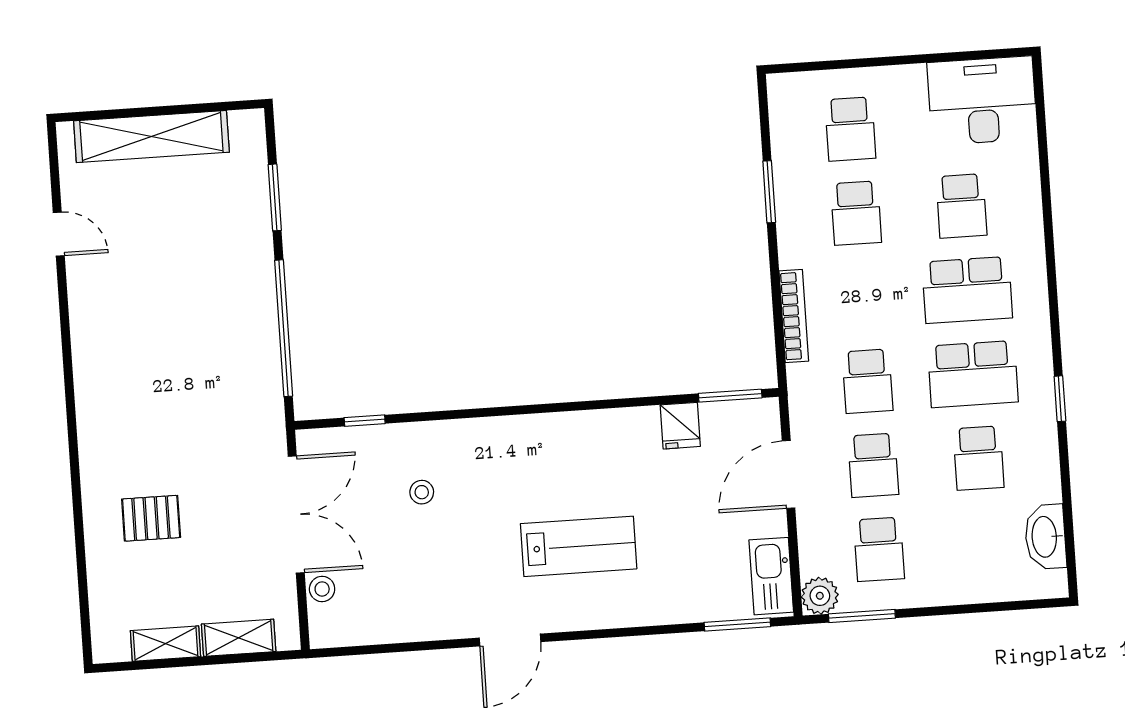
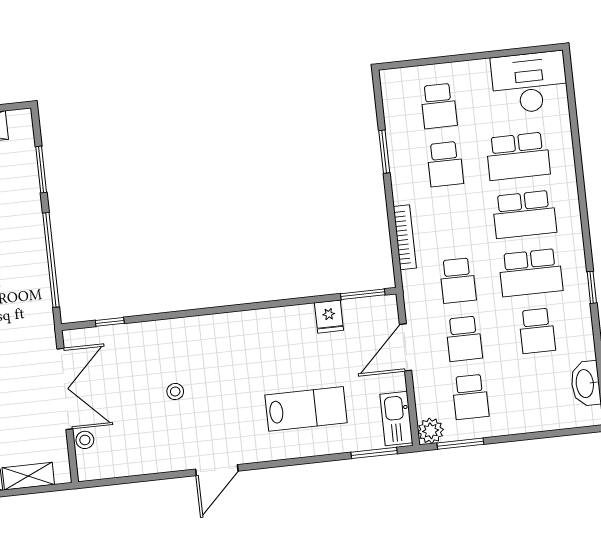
school desk: (961, 206) -> (518, 156), width x1.85
stool: (422, 492) -> (175, 391), moved
lab bench: (579, 546) -> (306, 409), moved

